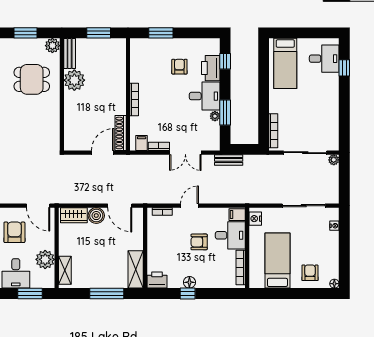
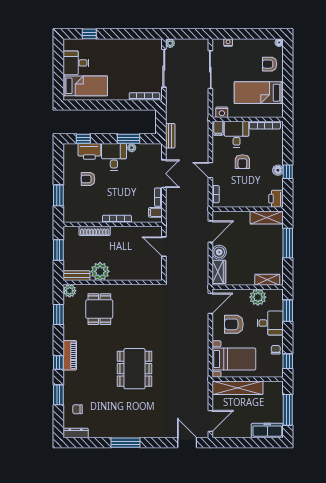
desk: (324, 59) -> (76, 63), moved, turned -90
shoe rack: (121, 133) -> (95, 231), moved

